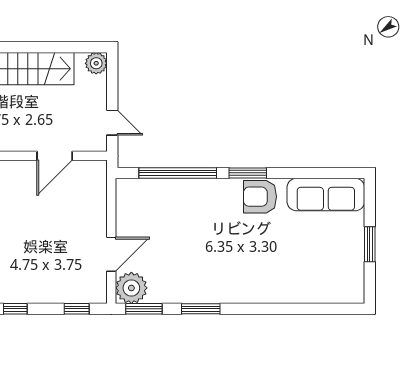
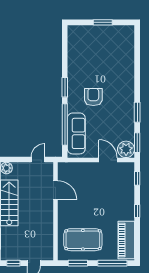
sofa: (326, 195) -> (76, 133), moved
armchair: (260, 197) -> (93, 97), moved, turned 180

